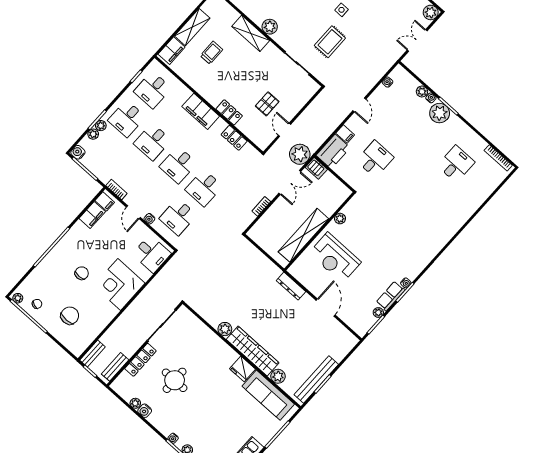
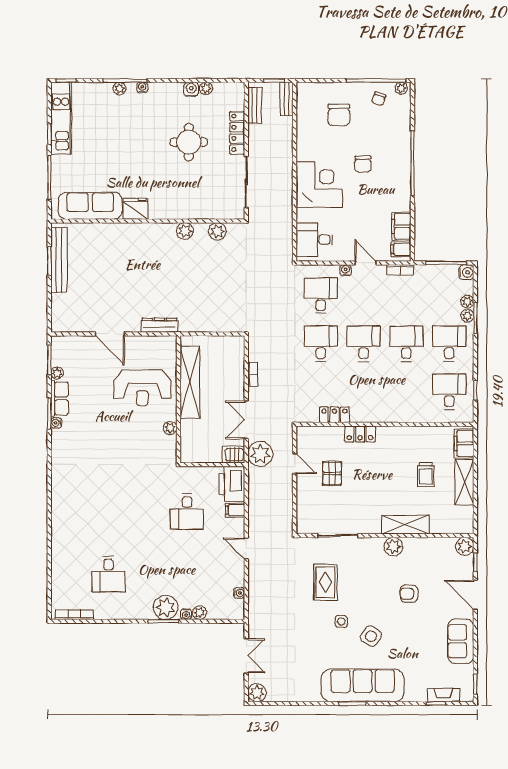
filing cabinet: (201, 111) -> (387, 412), removed
reception desk: (335, 258) -> (142, 388), turned 180
wardrobe: (253, 351) -> (141, 234), removed
plant: (278, 376) -> (217, 231), moved

